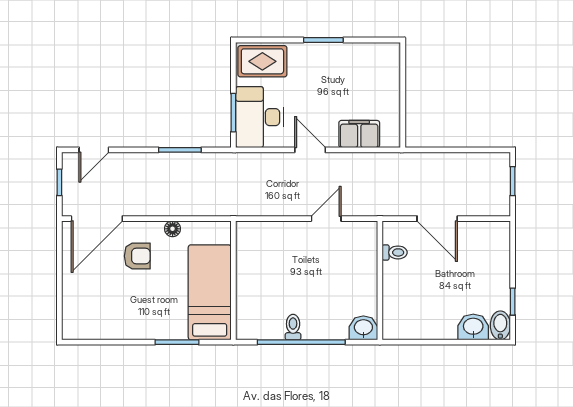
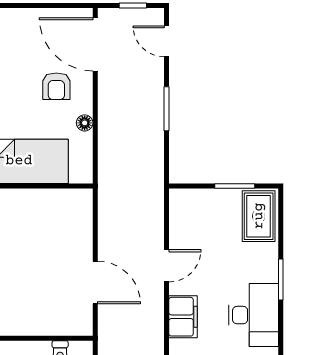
window: (233, 113) -> (235, 186), moved
desk: (260, 117) -> (253, 315), moved, turned 90
window: (180, 150) -> (167, 109), moved
door: (326, 219) -> (95, 282), width x1.38

